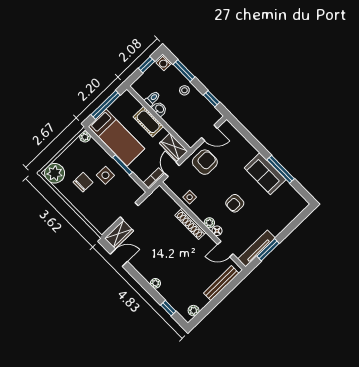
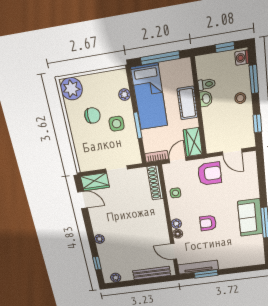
plant: (85, 137) -> (124, 95), moved
shoe rack: (190, 224) -> (155, 183), moved

